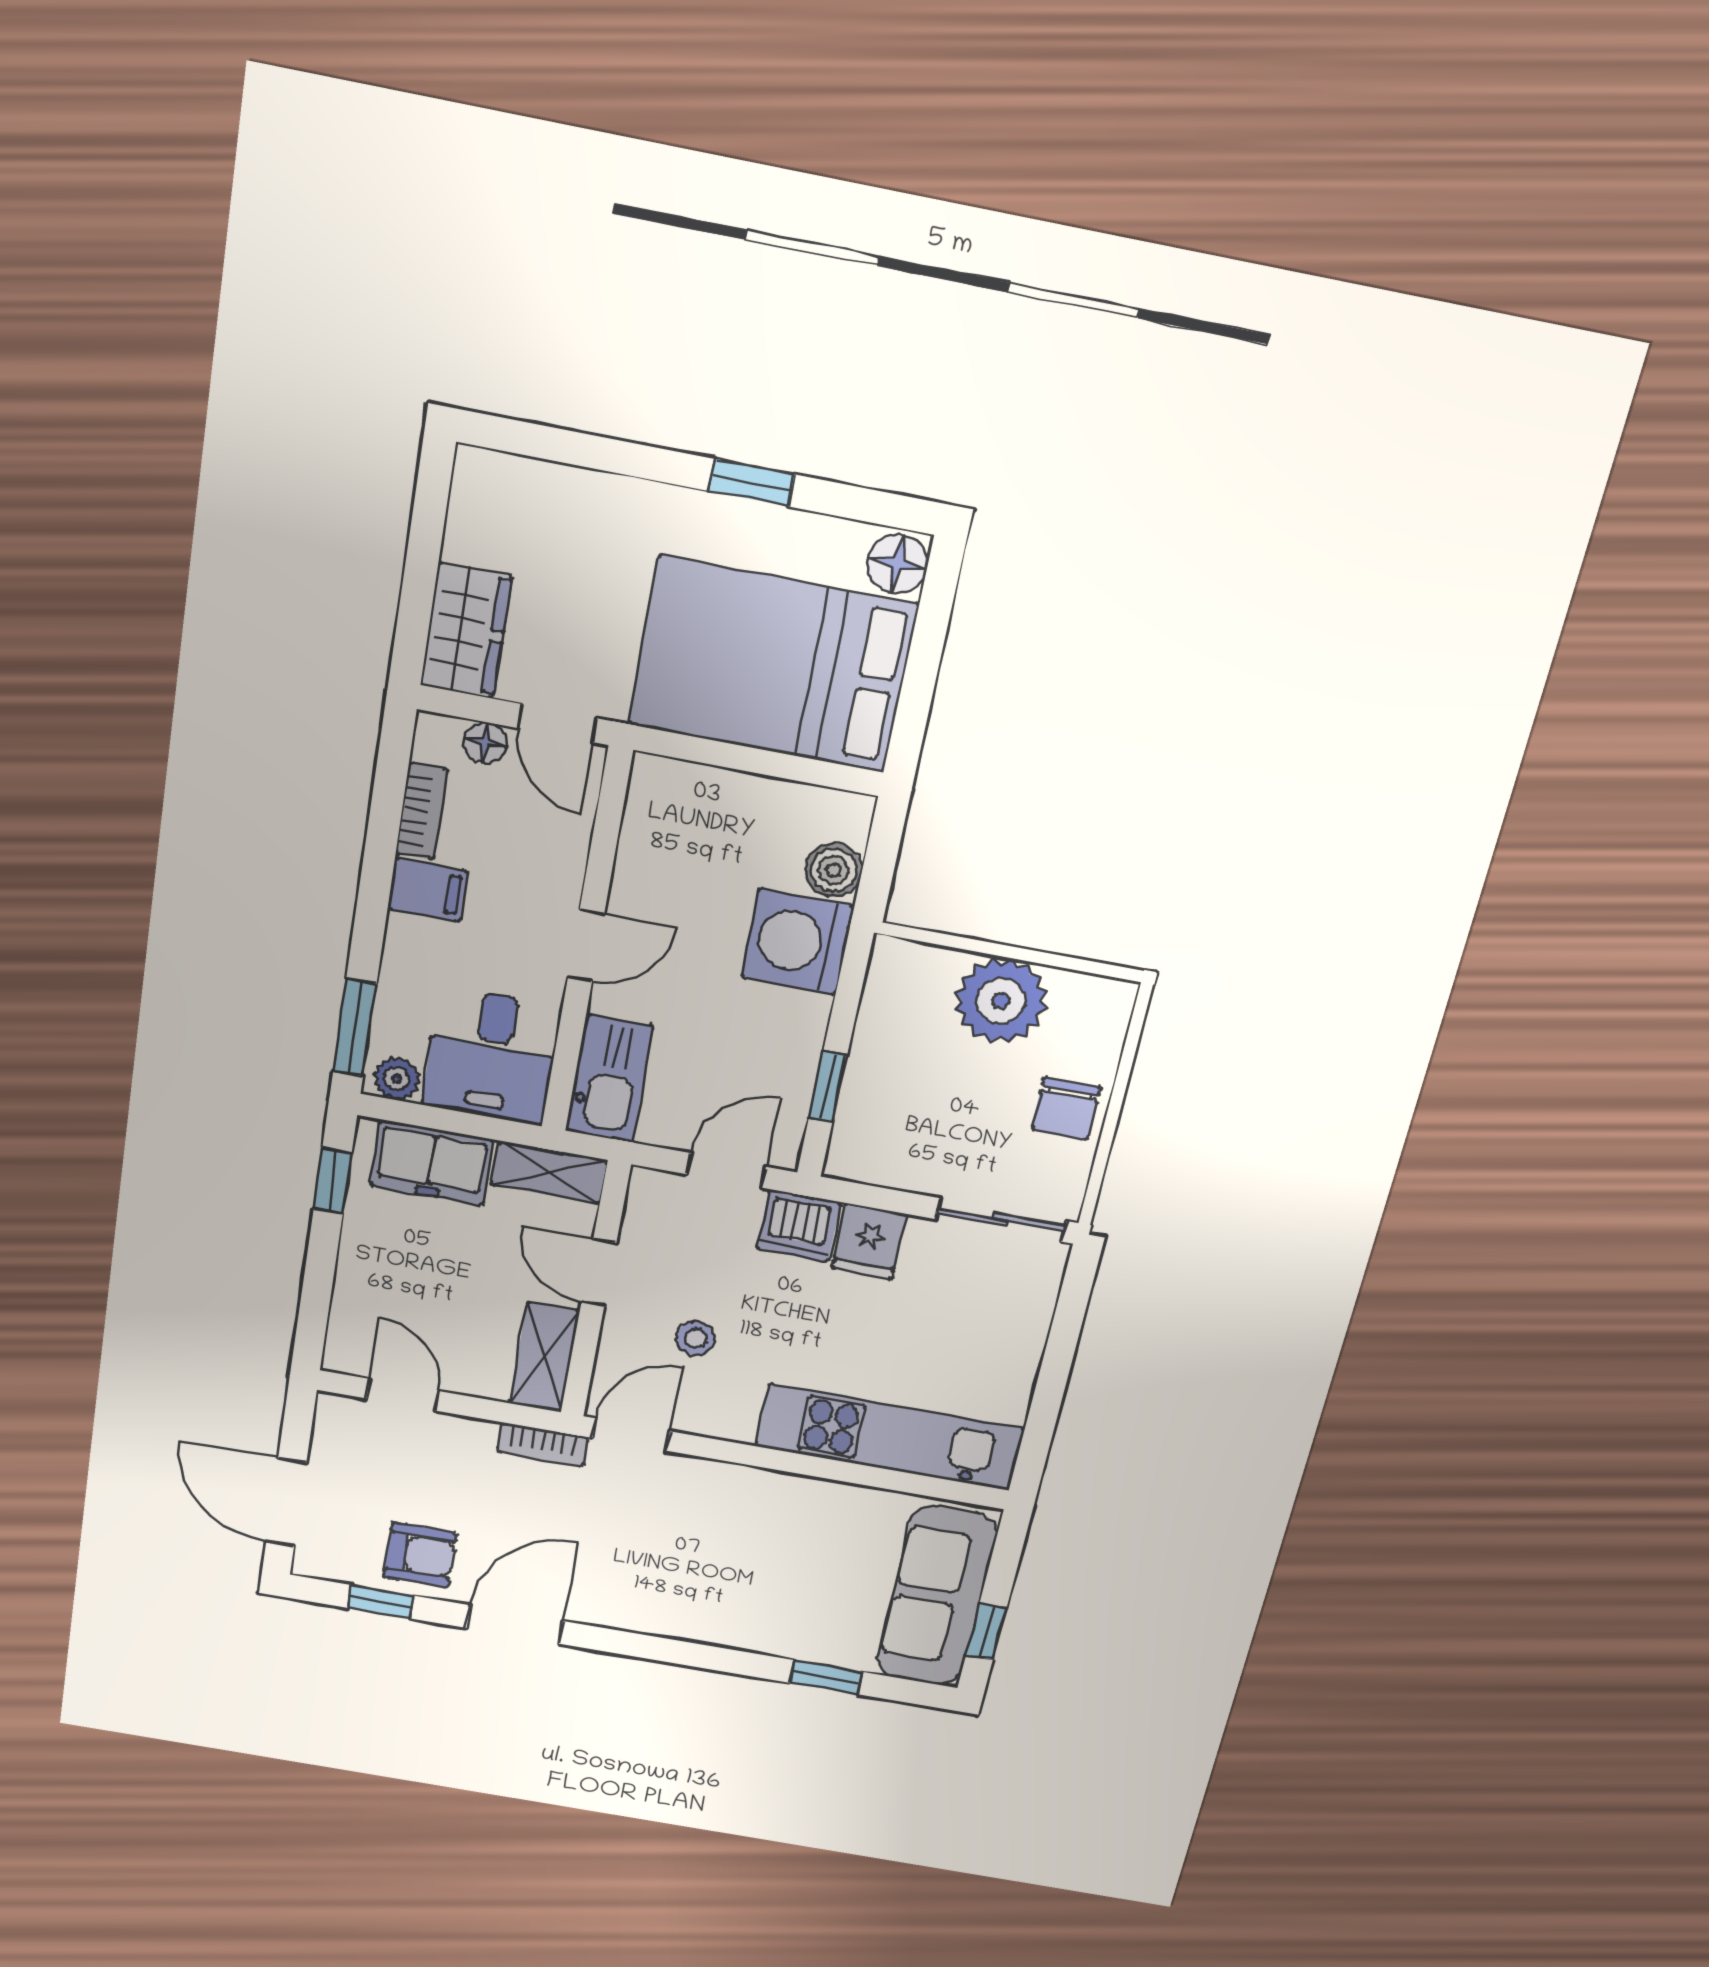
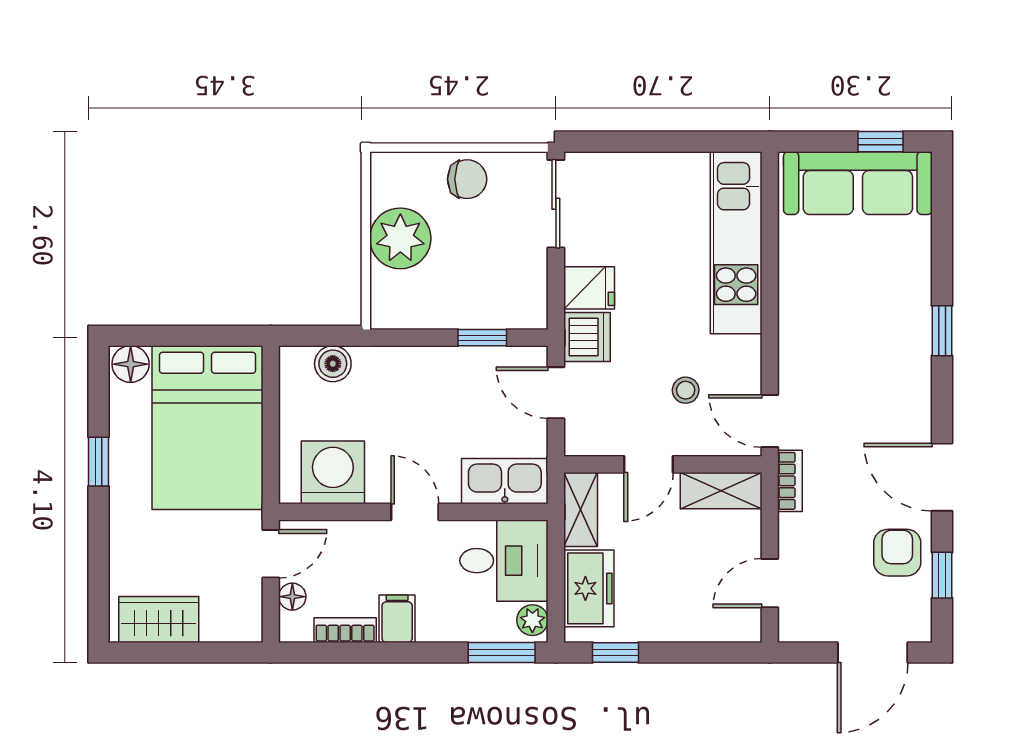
wardrobe: (466, 631) -> (159, 619), moved
washing machine: (797, 942) -> (333, 472), moved, turned 180
window: (826, 1677) -> (942, 331), moved

